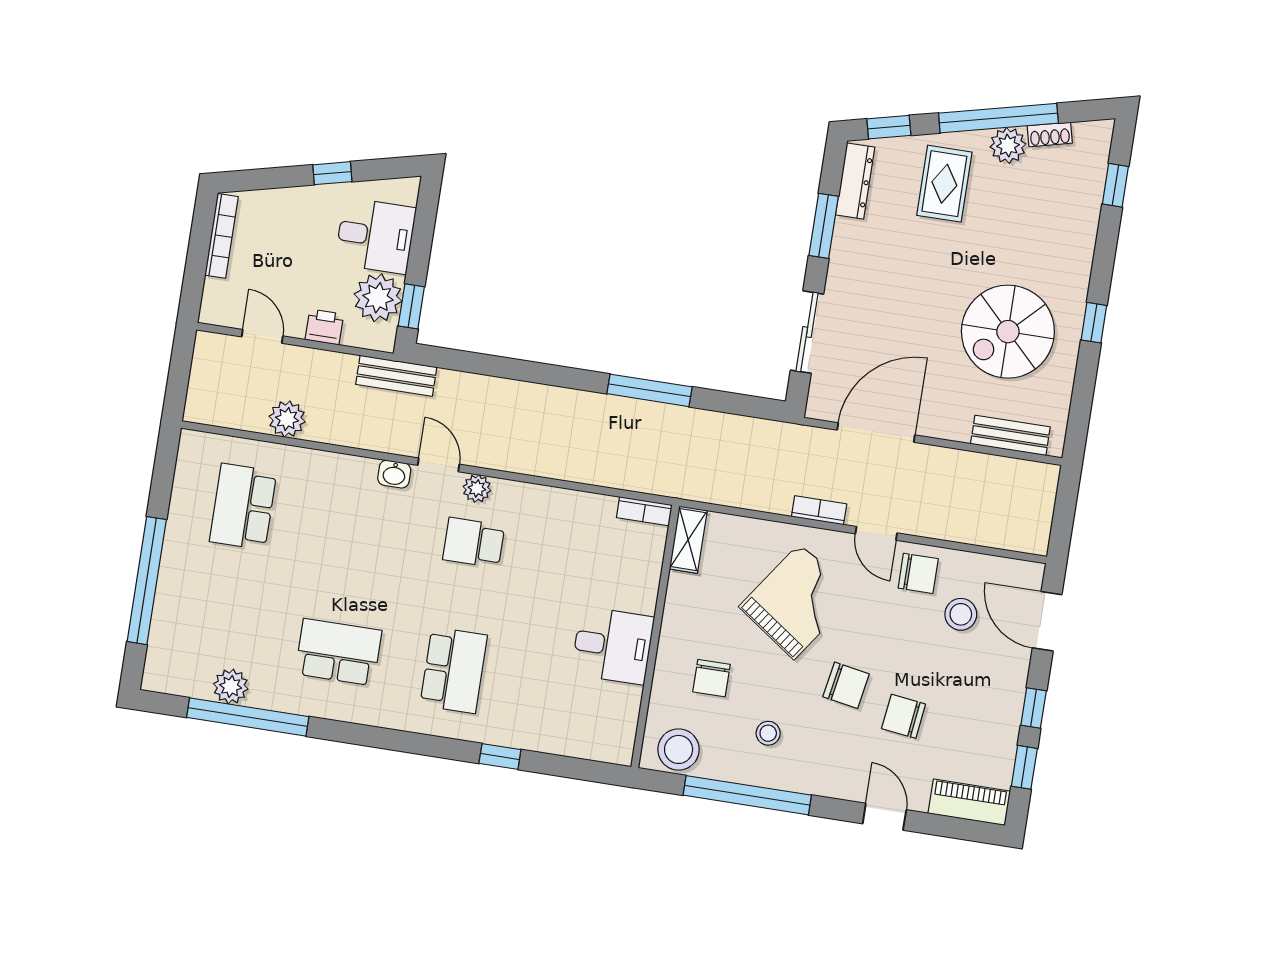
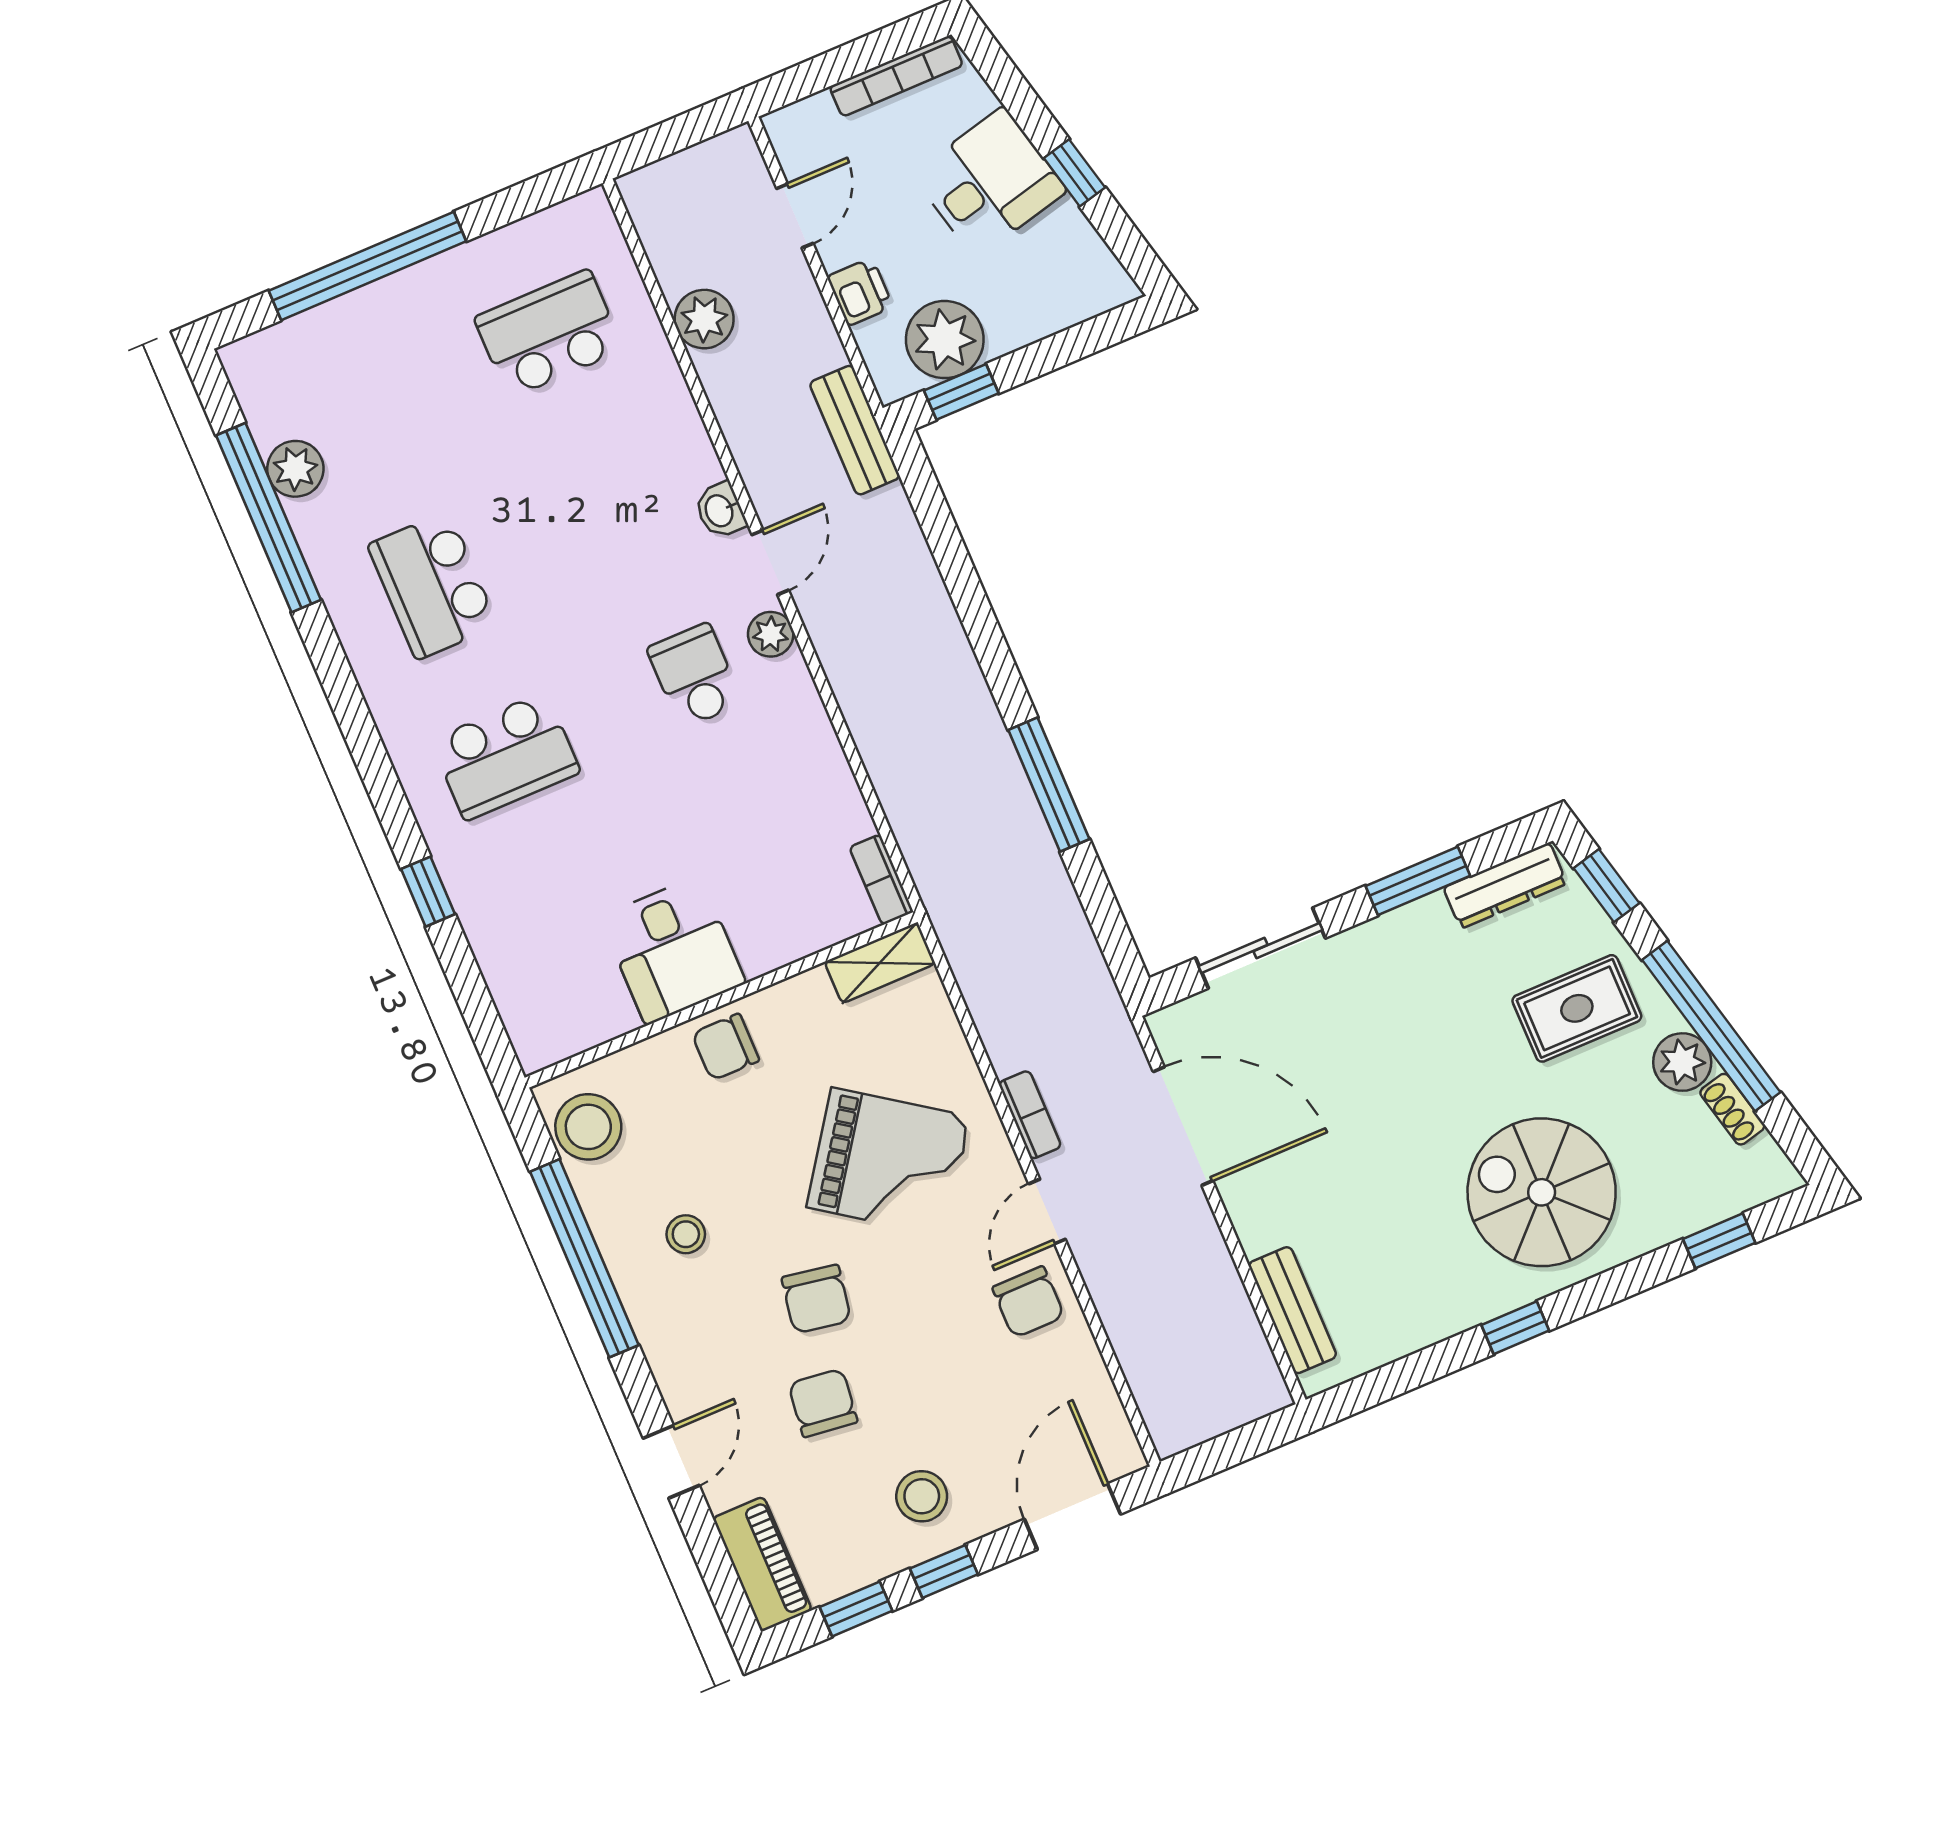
desk: (375, 236) -> (989, 183), moved, turned -104
spiral stairs: (1008, 332) -> (1542, 1192), moved
stool: (961, 614) -> (922, 1496), moved
school desk: (338, 652) -> (433, 585), turned 180
chair: (711, 678) -> (725, 1047), moved

